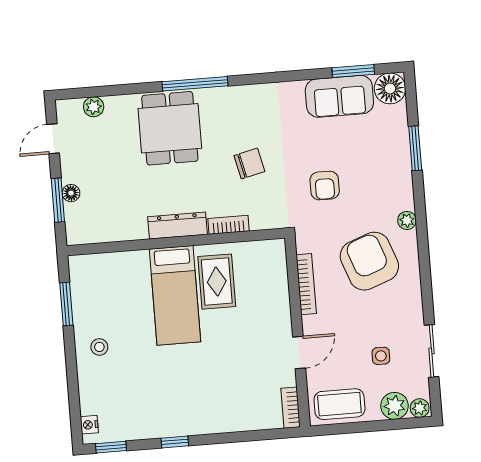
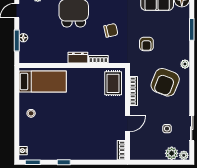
dresser: (177, 226) -> (78, 58), width x0.70
armchair: (369, 261) -> (165, 82), turned -139
rug: (217, 282) -> (113, 83), moved
bed: (175, 295) -> (43, 81), moved, turned -90
window: (66, 304) -> (17, 91), removed
coffee table: (339, 404) -> (145, 150), removed

